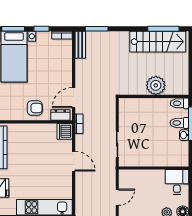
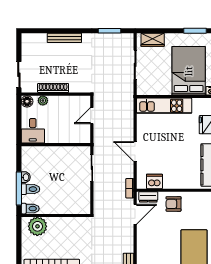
plant: (156, 85) -> (37, 226), moved
dishwasher: (65, 131) -> (154, 181), moved, turned -90

